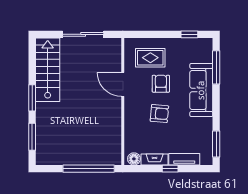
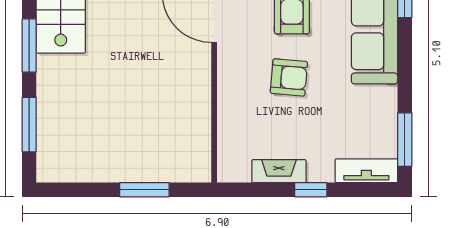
floor lamp: (134, 159) -> (237, 170), removed
tv unit: (184, 159) -> (366, 171), moved
window: (89, 169) -> (144, 190), width x0.47

